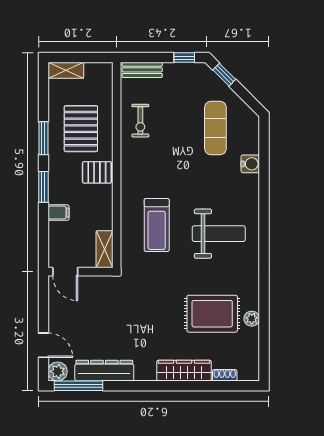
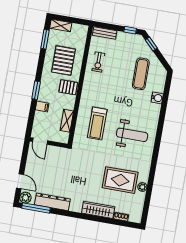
window: (43, 138) -> (45, 39), moved
shelving: (104, 249) -> (67, 121), moved

